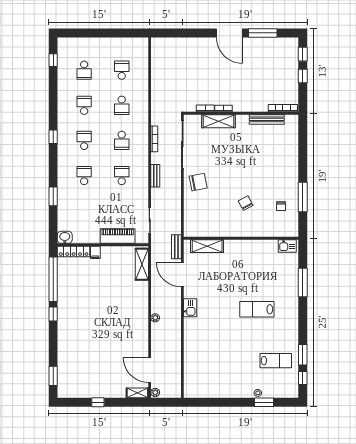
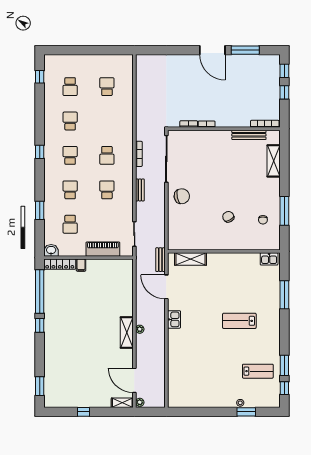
school desk: (122, 105) -> (70, 224), moved
shelving: (218, 121) -> (274, 161), moved, turned 90
shelving: (142, 264) -> (127, 332), moved

